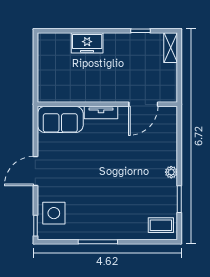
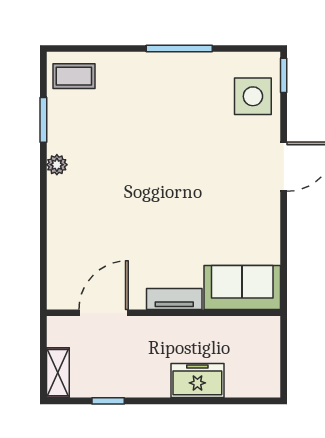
wall: (107, 104) -> (163, 313), moved
door: (143, 104) -> (104, 313), moved
tv unit: (101, 113) -> (174, 299), moved
sofa: (60, 119) -> (242, 287), moved

